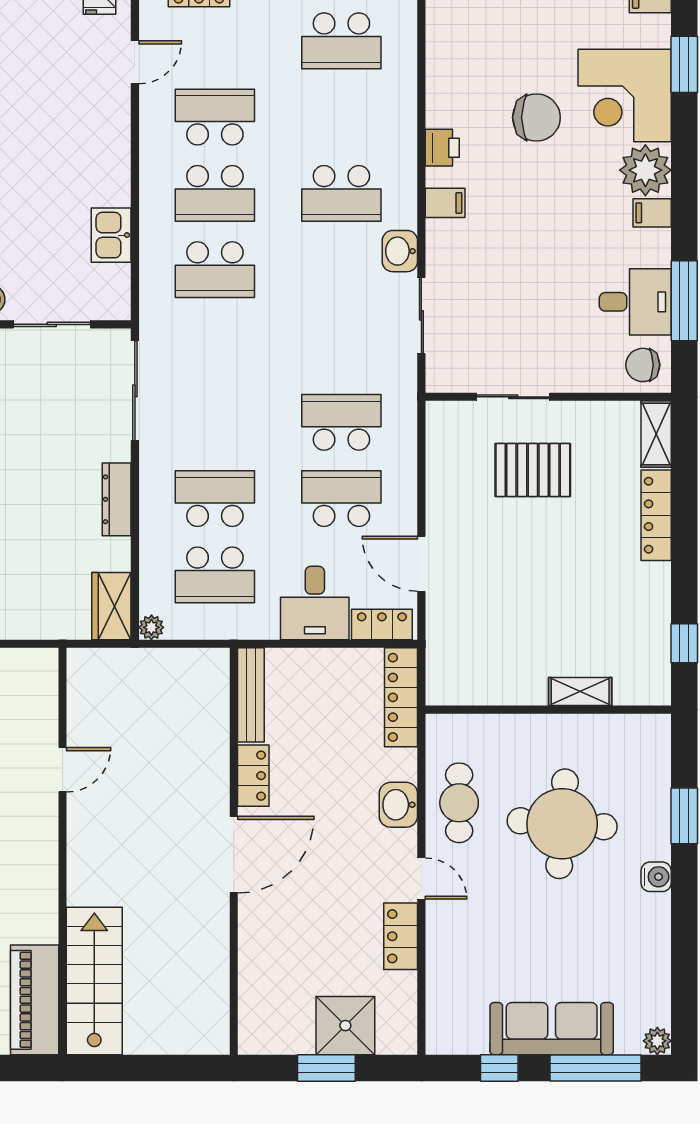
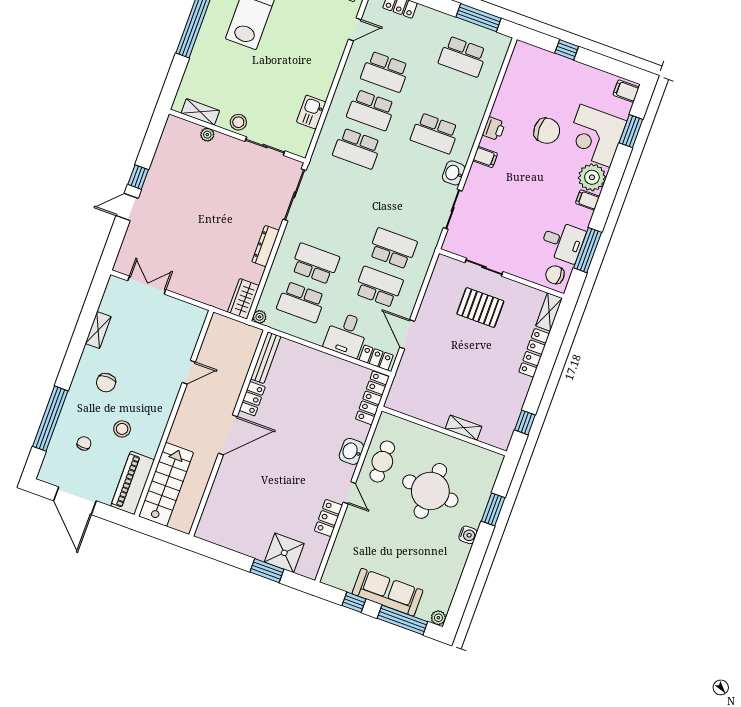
school desk: (215, 117) -> (385, 72), turned 180
bench: (251, 695) -> (266, 358), moved
locker: (253, 776) -> (252, 399), moved
wall: (234, 851) -> (228, 433), moved
door: (234, 855) -> (228, 435), moved

